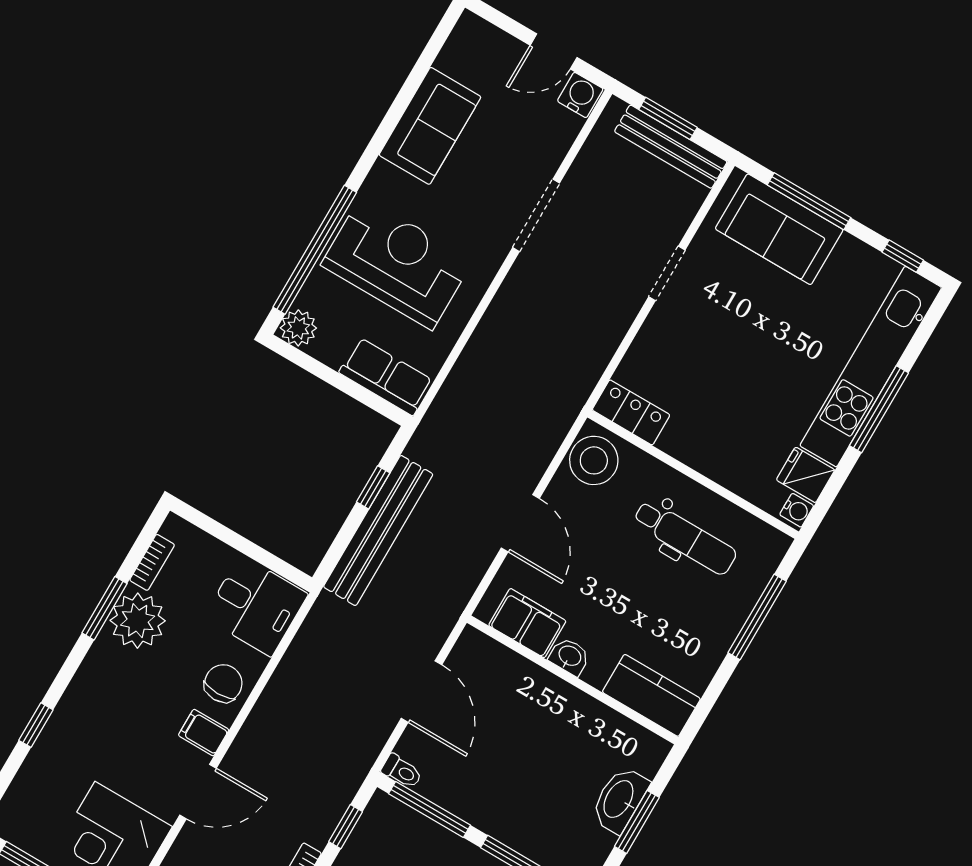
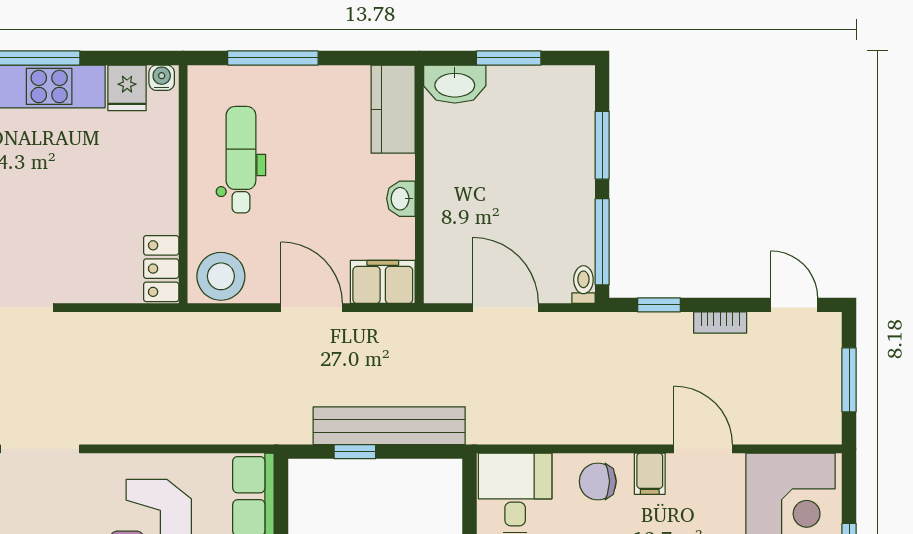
door: (520, 523) -> (312, 308), hinge flipped
filing cabinet: (527, 623) -> (383, 282), moved, turned 90
door: (422, 692) -> (505, 308), hinge flipped
washbasin: (619, 800) -> (455, 84), moved

